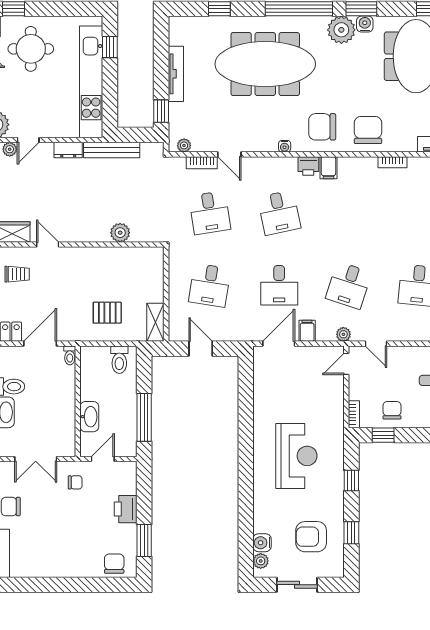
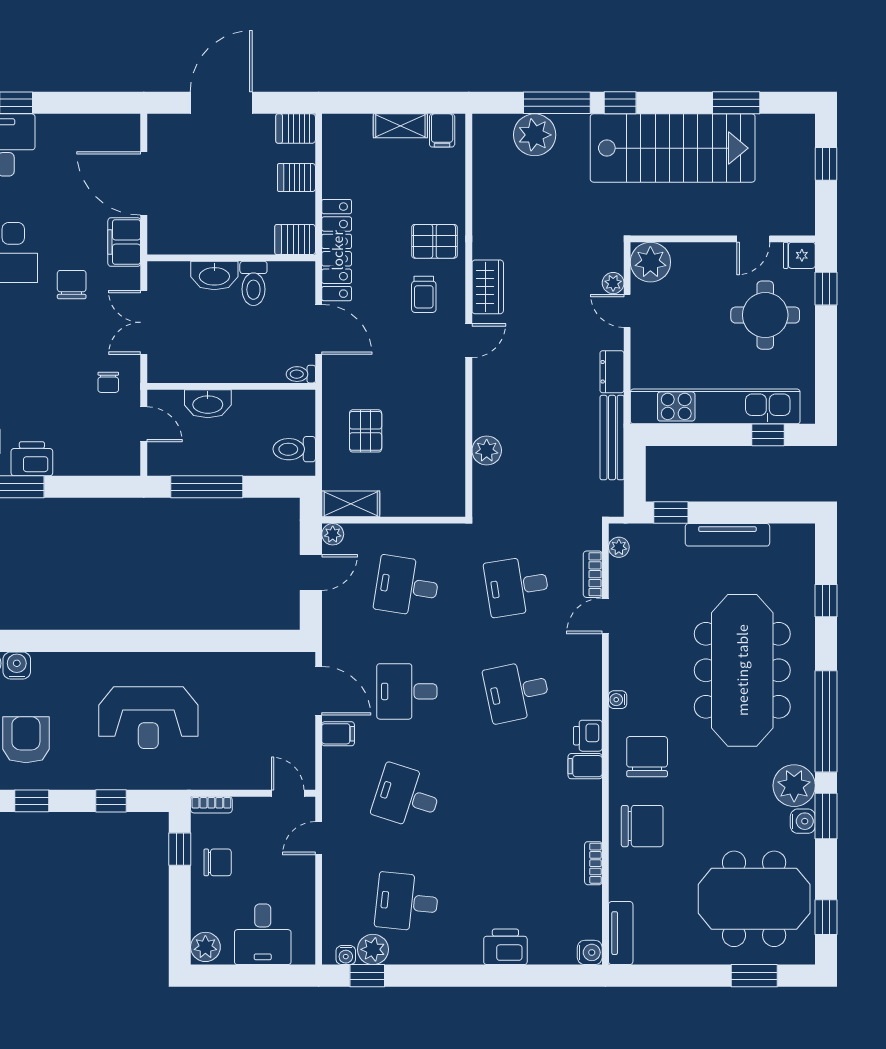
plant: (343, 334) -> (333, 534), moved
printer: (126, 509) -> (32, 459), moved

